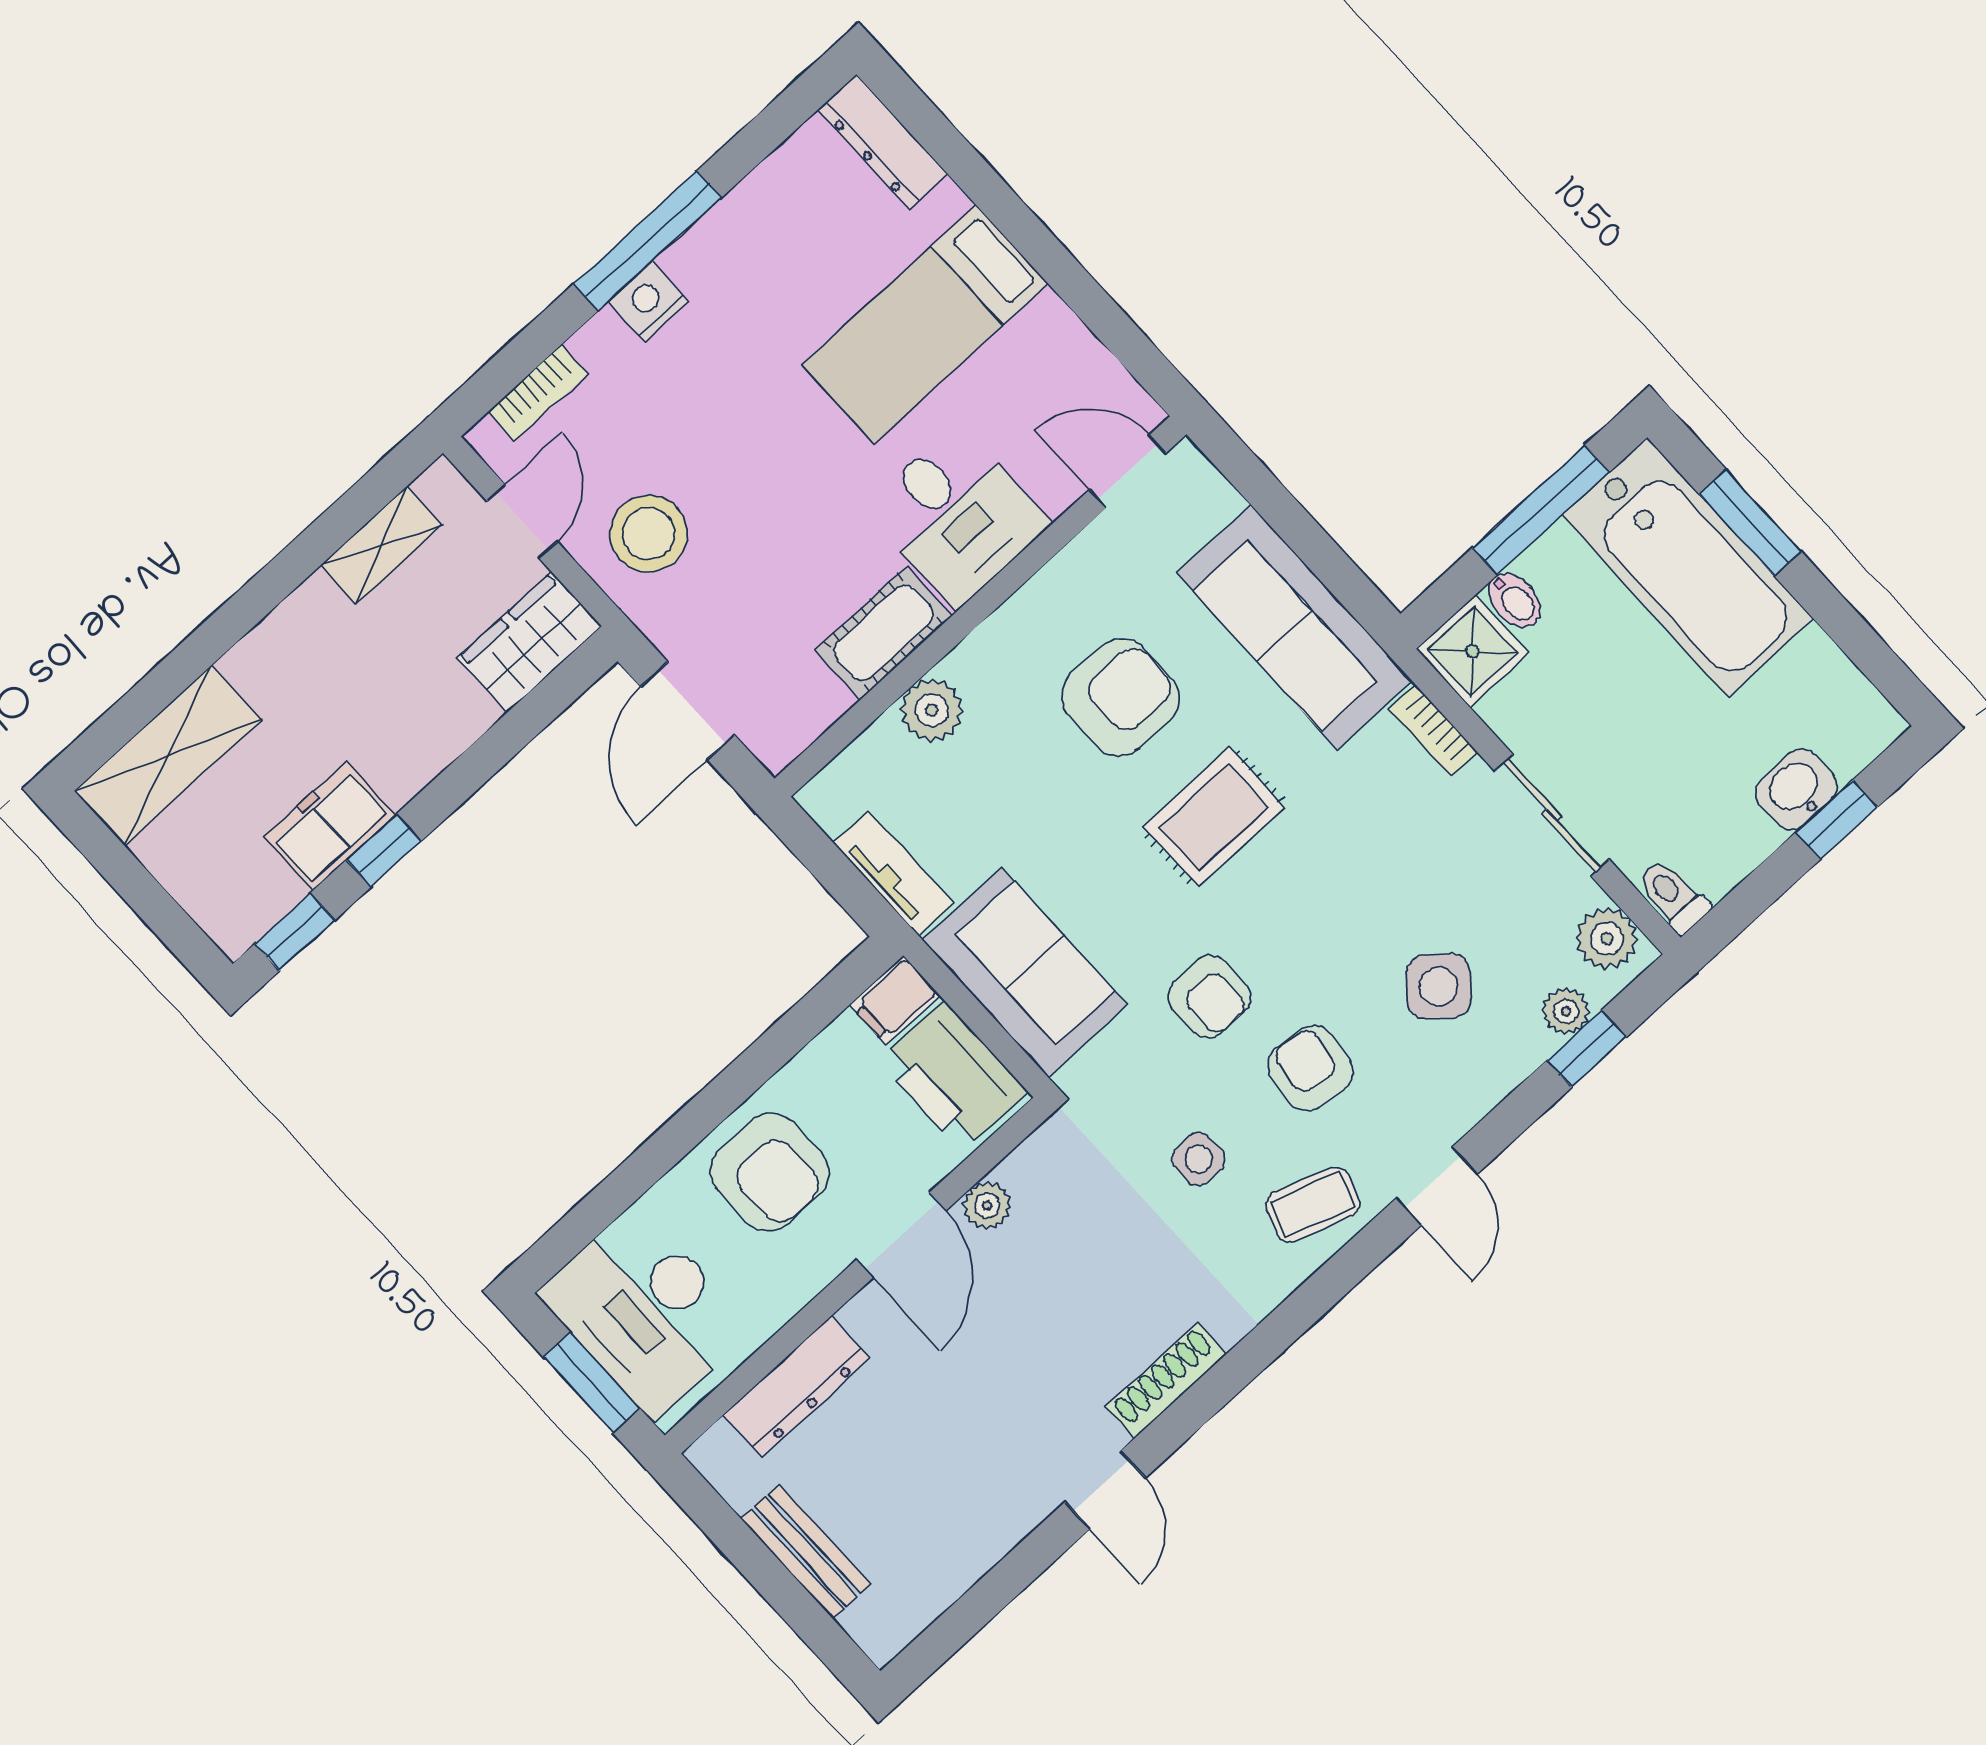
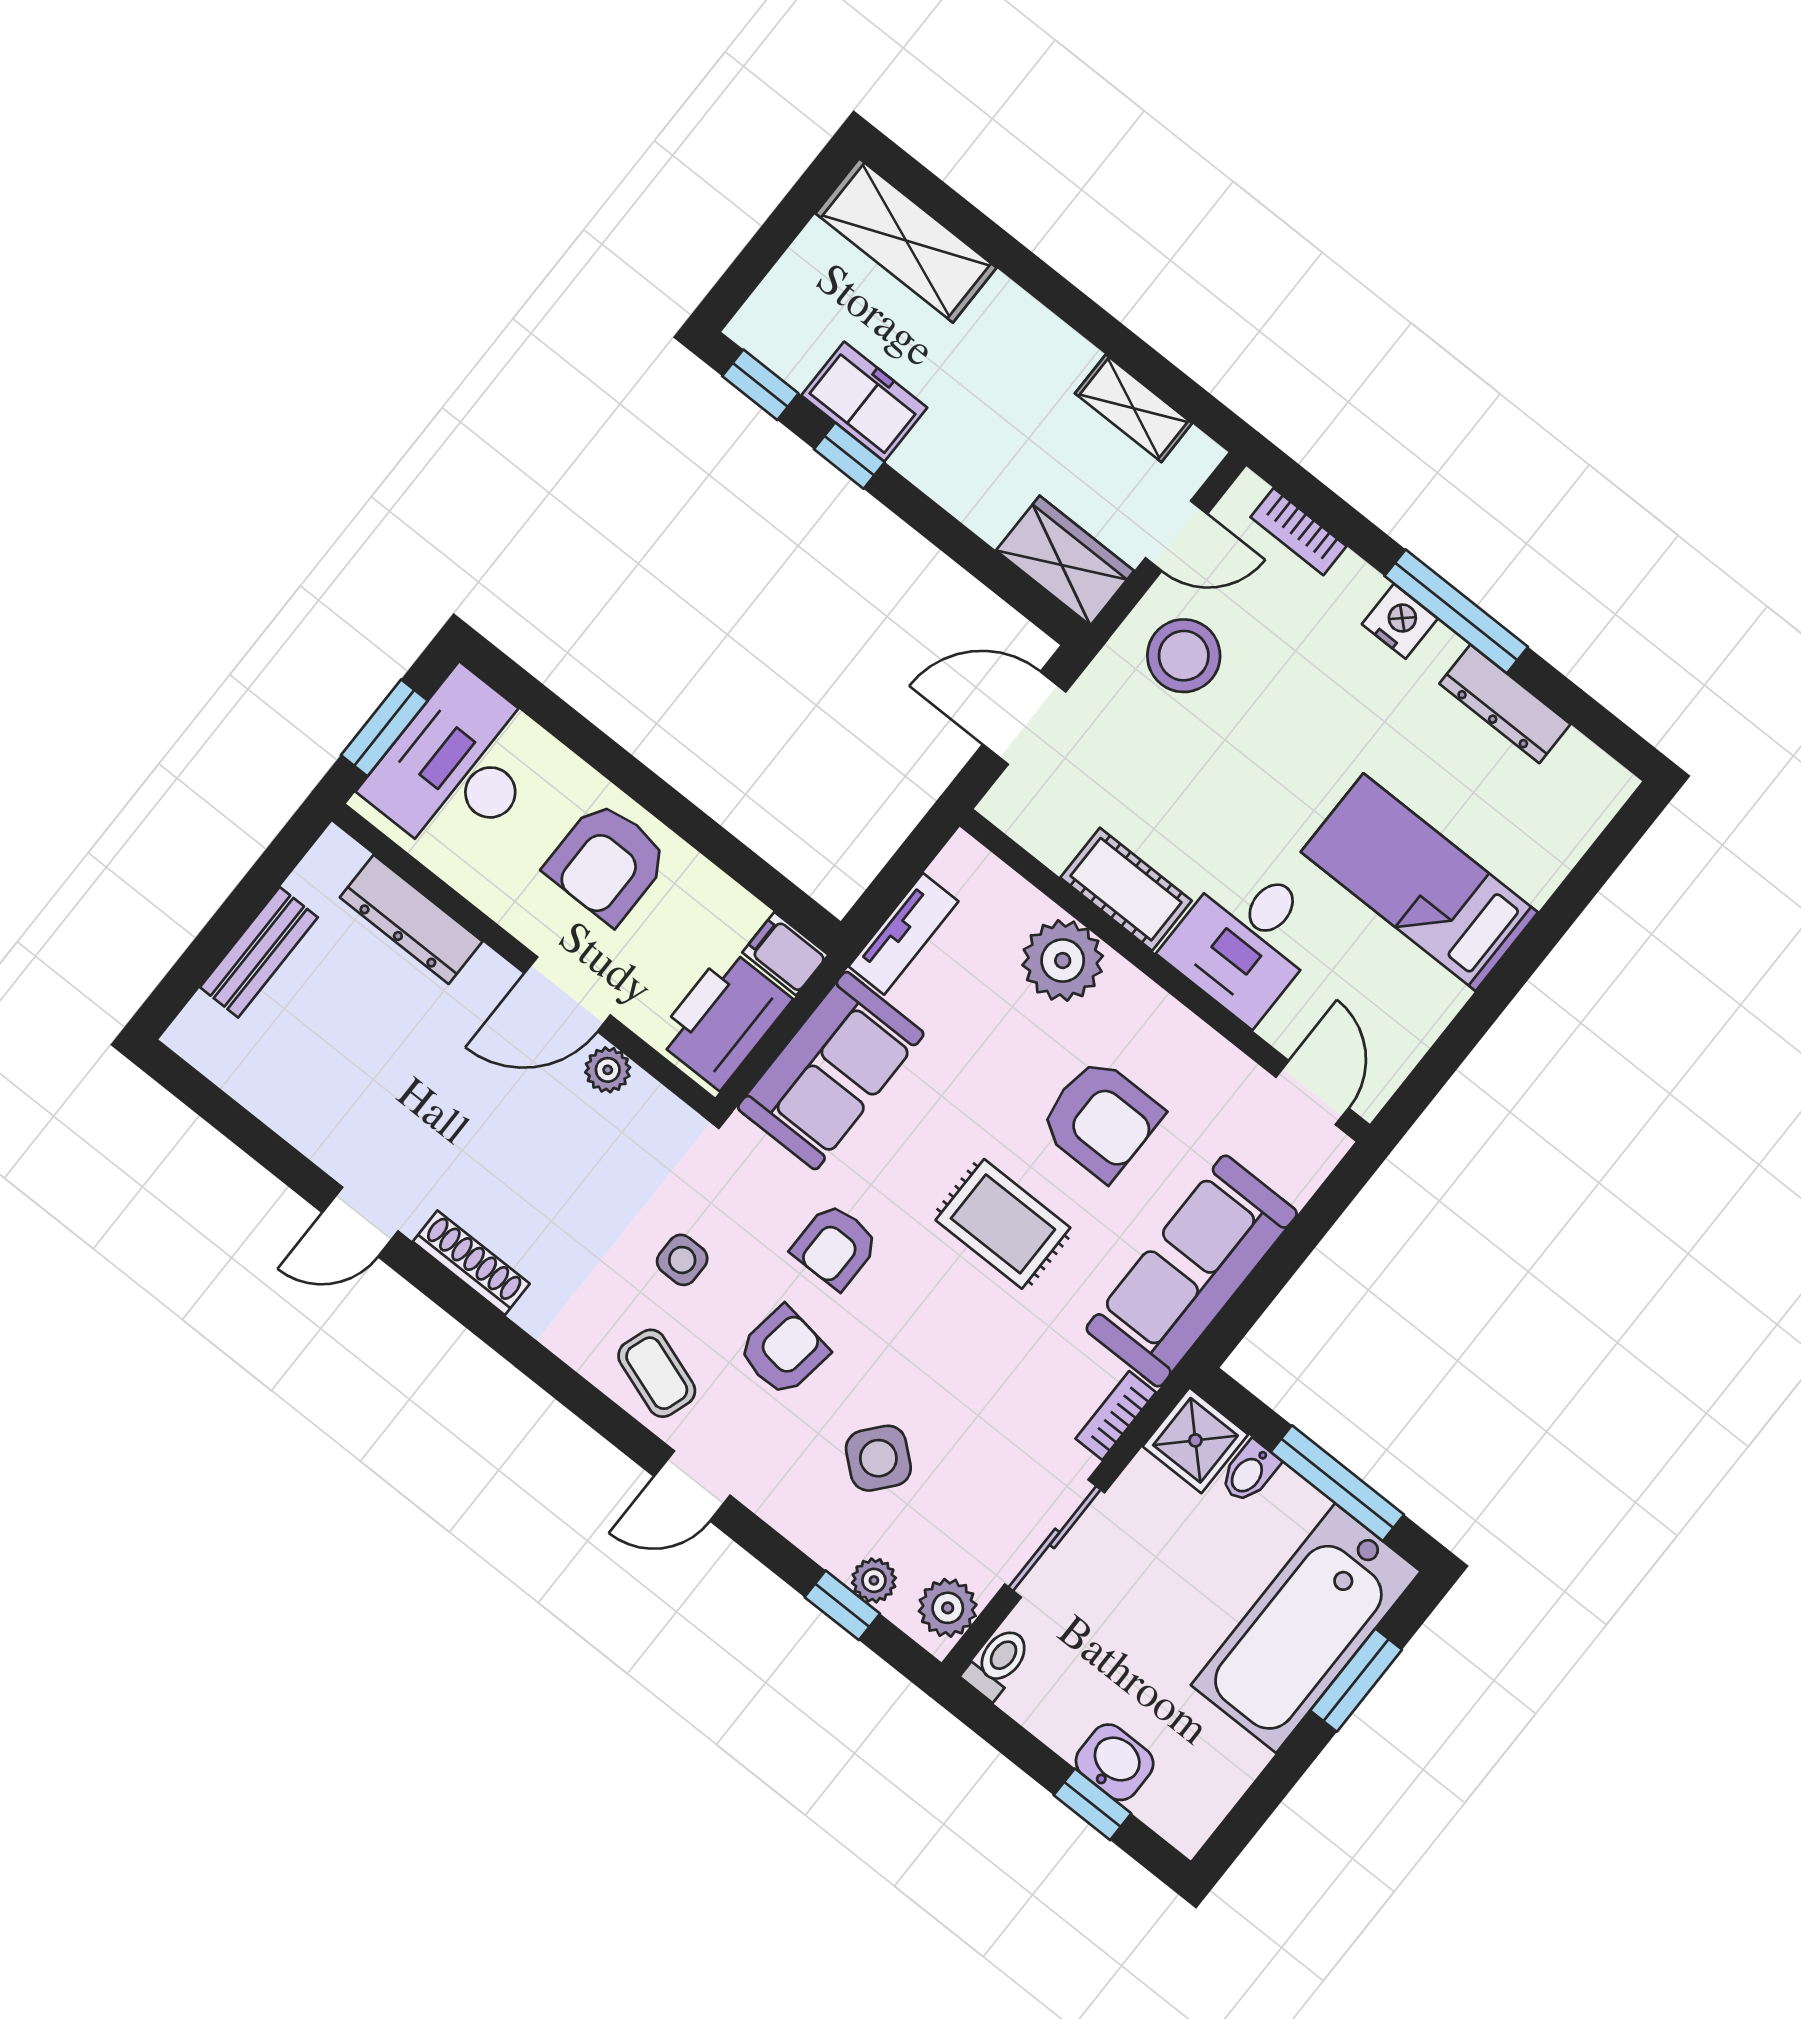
dresser: (883, 142) -> (1505, 704), moved, turned -90
plant: (932, 710) -> (1063, 961), width x1.36, depth x1.36

